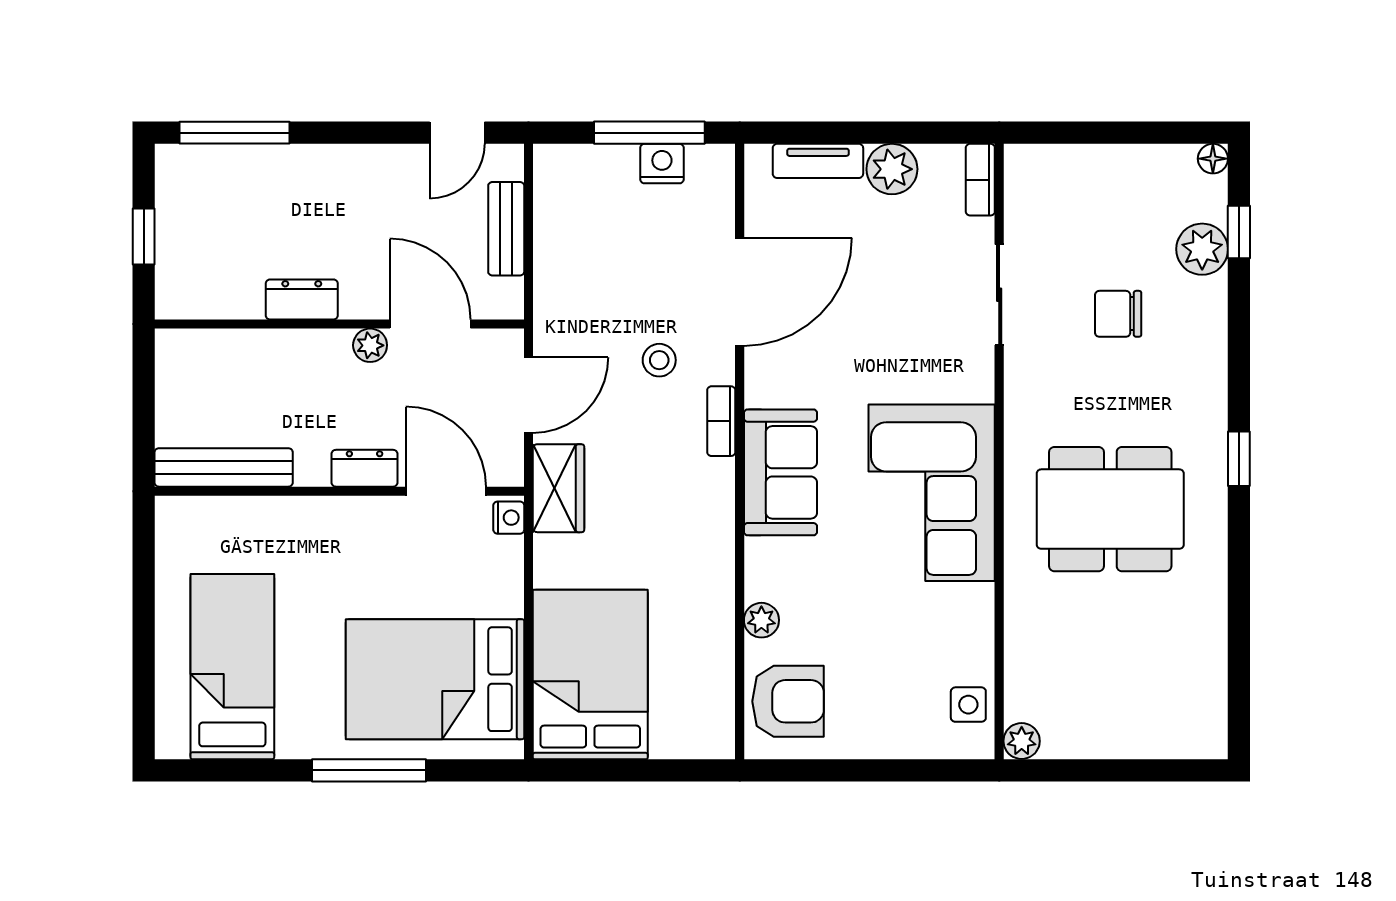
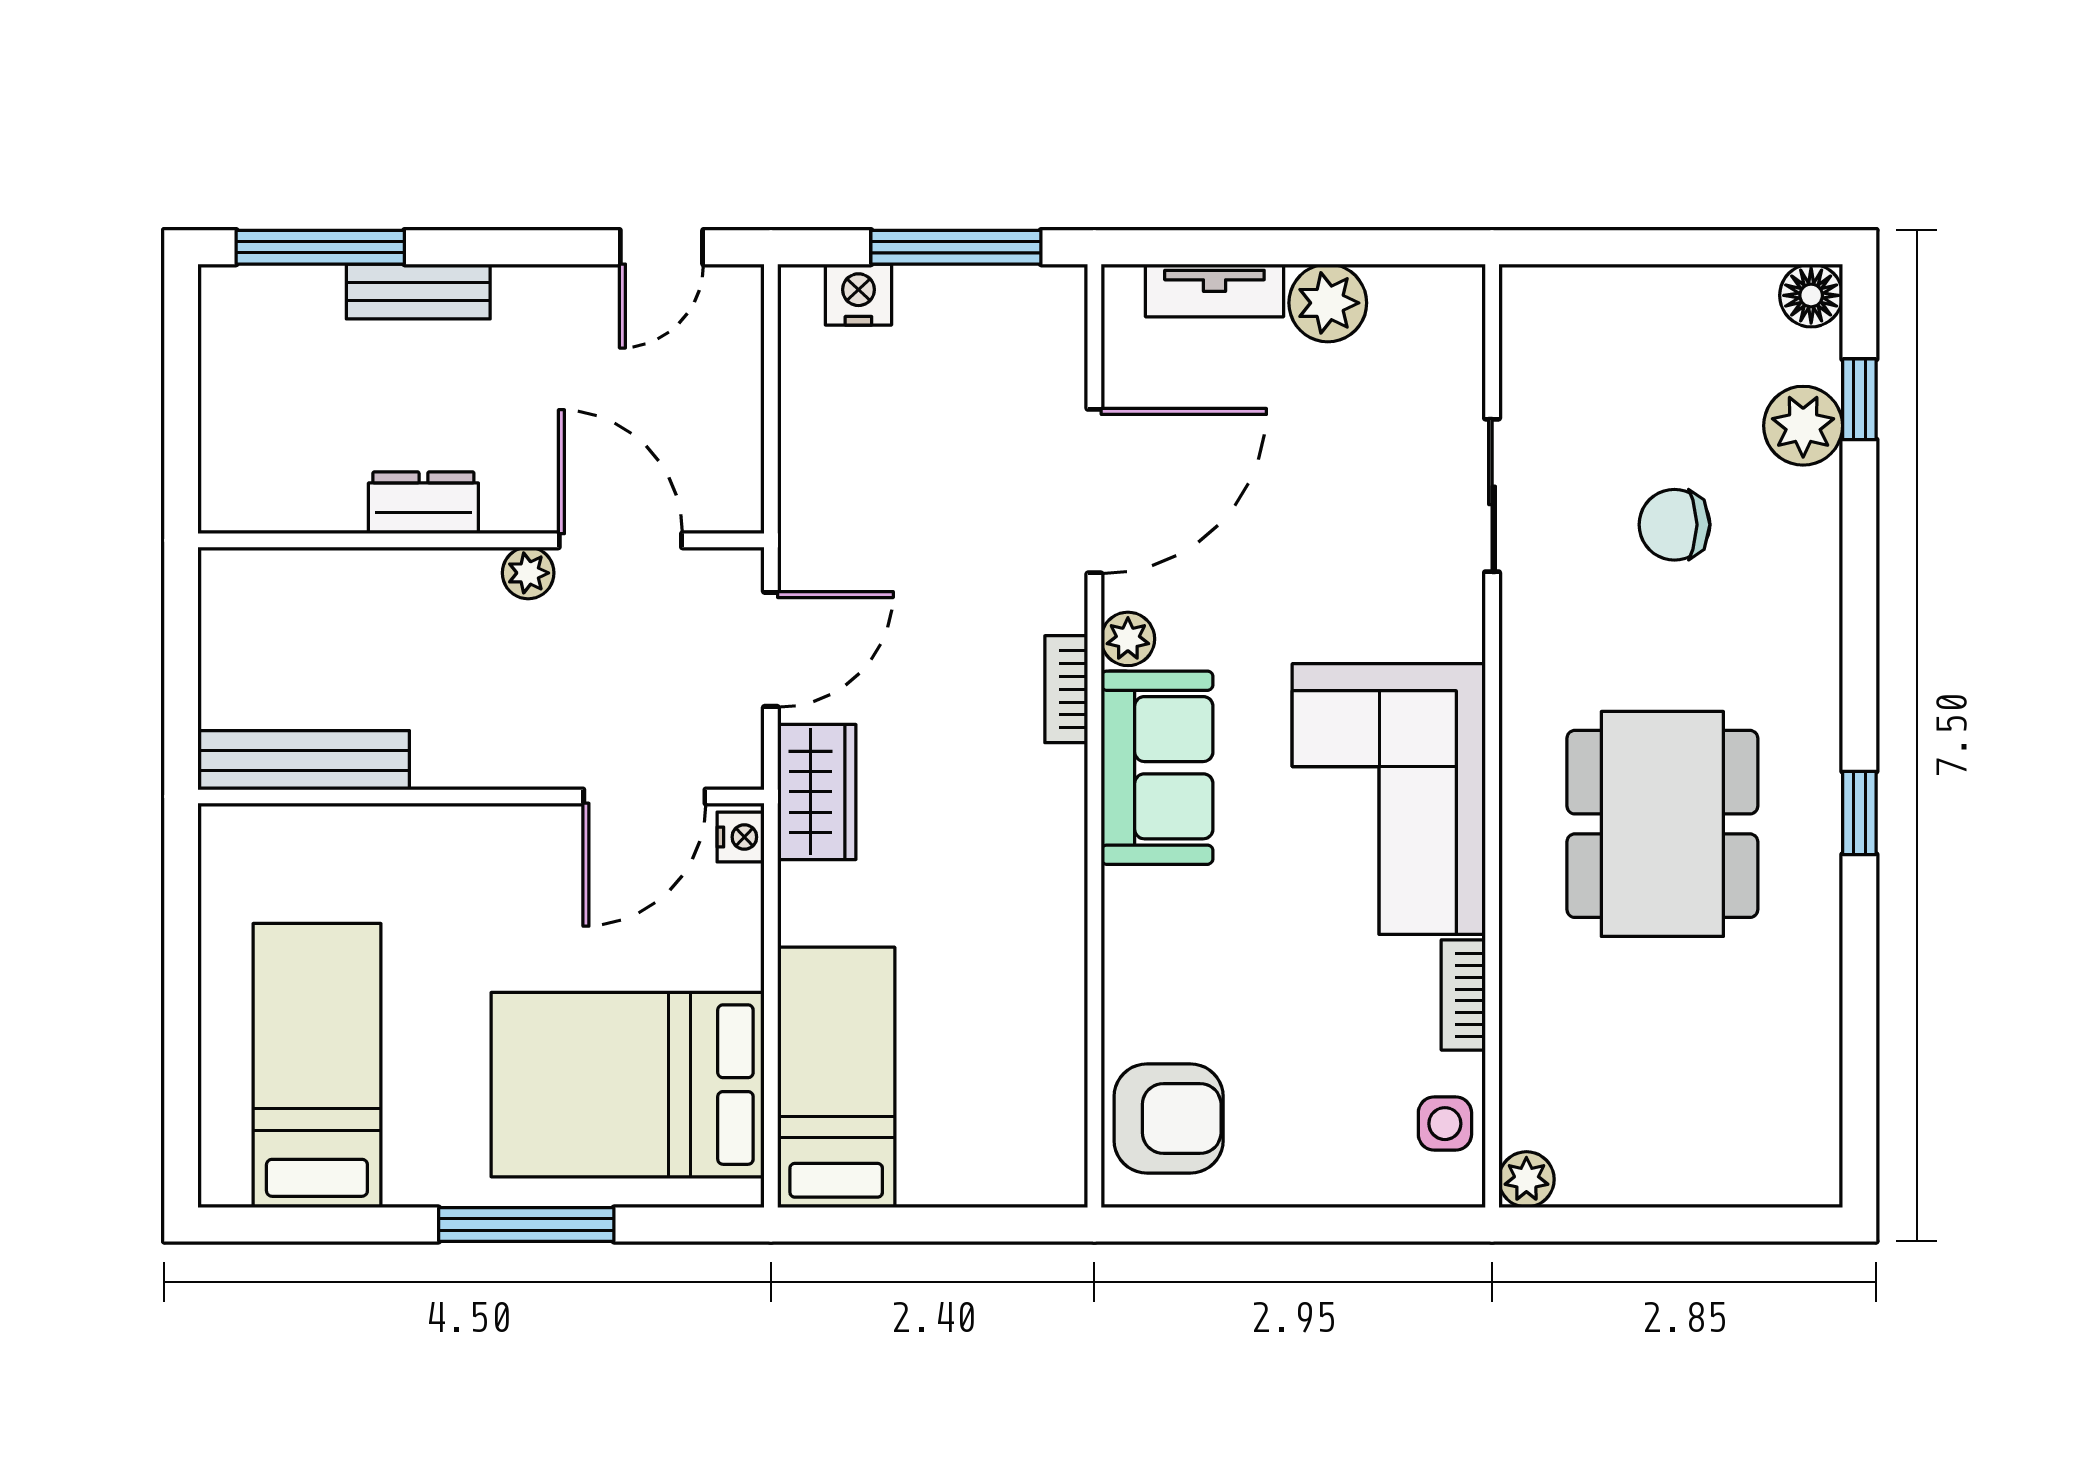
floor lamp: (1213, 159) -> (1811, 295), width x1.37, depth x1.37
nightstand: (662, 164) -> (858, 295), moved
bookcase: (980, 180) -> (1463, 995), moved
bench: (506, 229) -> (418, 292), moved, turned 90
window: (144, 237) -> (181, 406), removed
stool: (659, 360) -> (971, 596), removed
window: (1239, 459) -> (1859, 813), moved
dresser: (365, 468) -> (520, 761), removed
door: (446, 491) -> (644, 797), swing flipped
dining table: (1110, 509) -> (1662, 824), turned 90
plant: (761, 620) -> (1128, 639), moved
bed: (590, 675) -> (836, 1077), width x0.67

